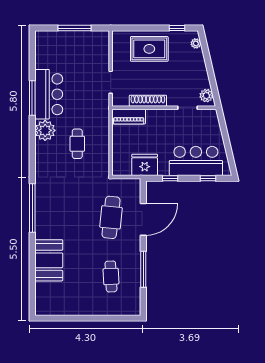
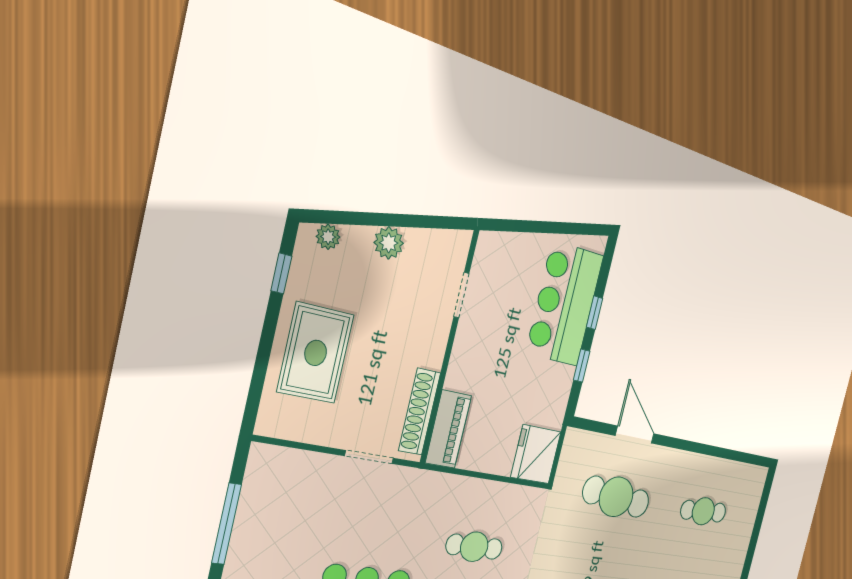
plant: (206, 96) -> (389, 243), moved
shoe rack: (148, 101) -> (420, 412), moved
fridge: (145, 165) -> (536, 454), moved
window: (208, 178) -> (594, 313), moved
door: (143, 219) -> (635, 435), width x0.73
window: (143, 269) -> (708, 450), removed

